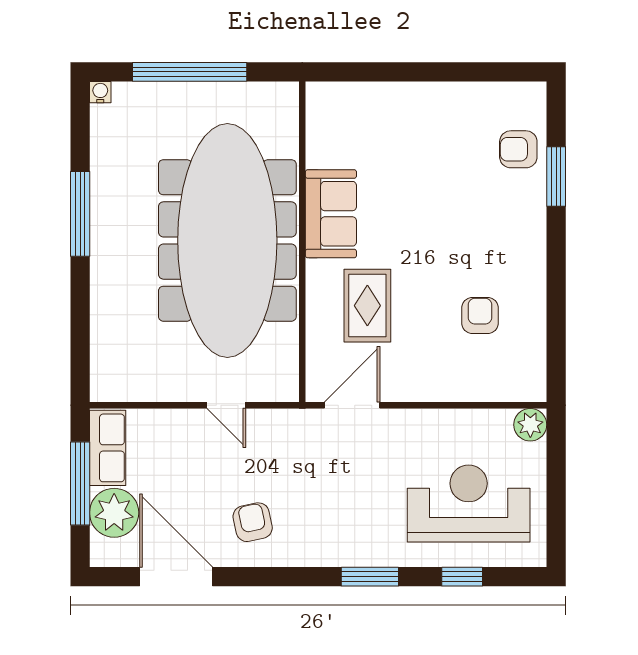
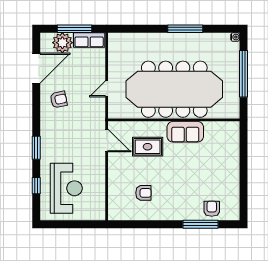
window: (556, 177) -> (201, 224), width x1.44
plant: (530, 425) -> (99, 214), removed

